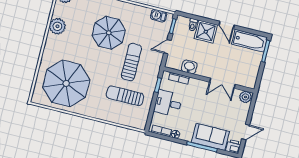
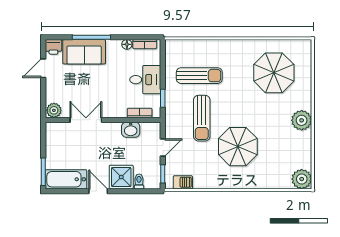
plant: (57, 26) -> (302, 120), moved
parasol: (66, 83) -> (274, 73), width x0.73, depth x0.73

